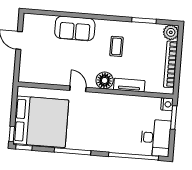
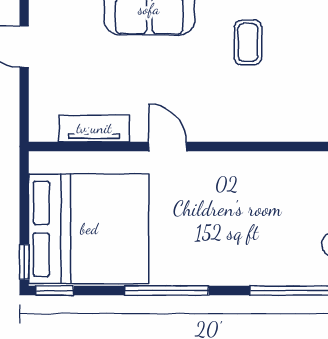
floor lamp: (105, 80) -> (227, 122), removed
tv unit: (129, 85) -> (94, 128), moved

